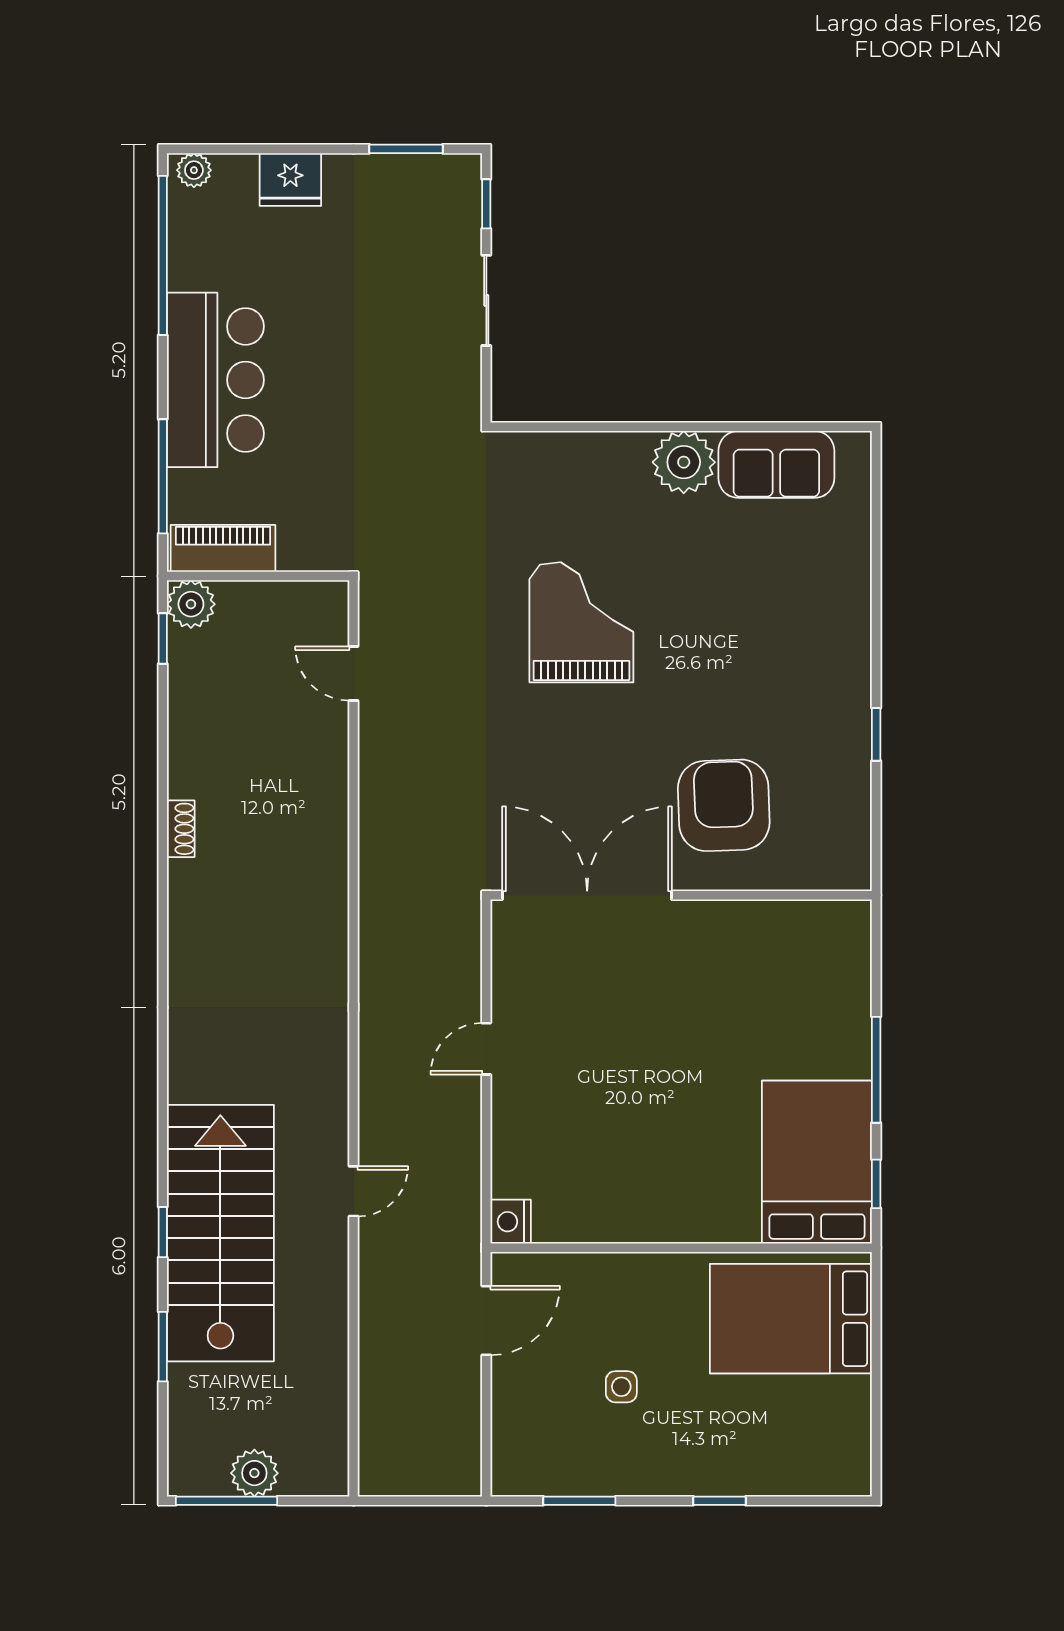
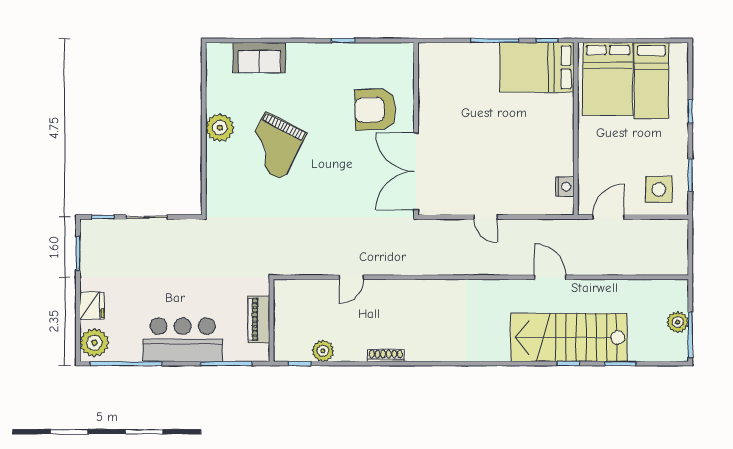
plant: (194, 170) -> (94, 343), width x1.88, depth x1.88
sofa: (776, 464) -> (259, 58), moved, turned 90
piano: (223, 548) -> (259, 319), moved
plant: (191, 604) -> (323, 351), moved
grand piano: (581, 622) -> (274, 146), moved, turned -63
door: (354, 674) -> (351, 277), moved
shoe rack: (181, 829) -> (386, 355), width x1.43
door: (354, 1191) -> (550, 277), width x1.38
nightstand: (511, 1222) -> (565, 187), moved, turned -90
door: (486, 1320) -> (609, 217), hinge flipped
side table: (621, 1387) -> (659, 189), moved, width x1.87, depth x1.87
bed: (787, 1415) -> (651, 81), added

